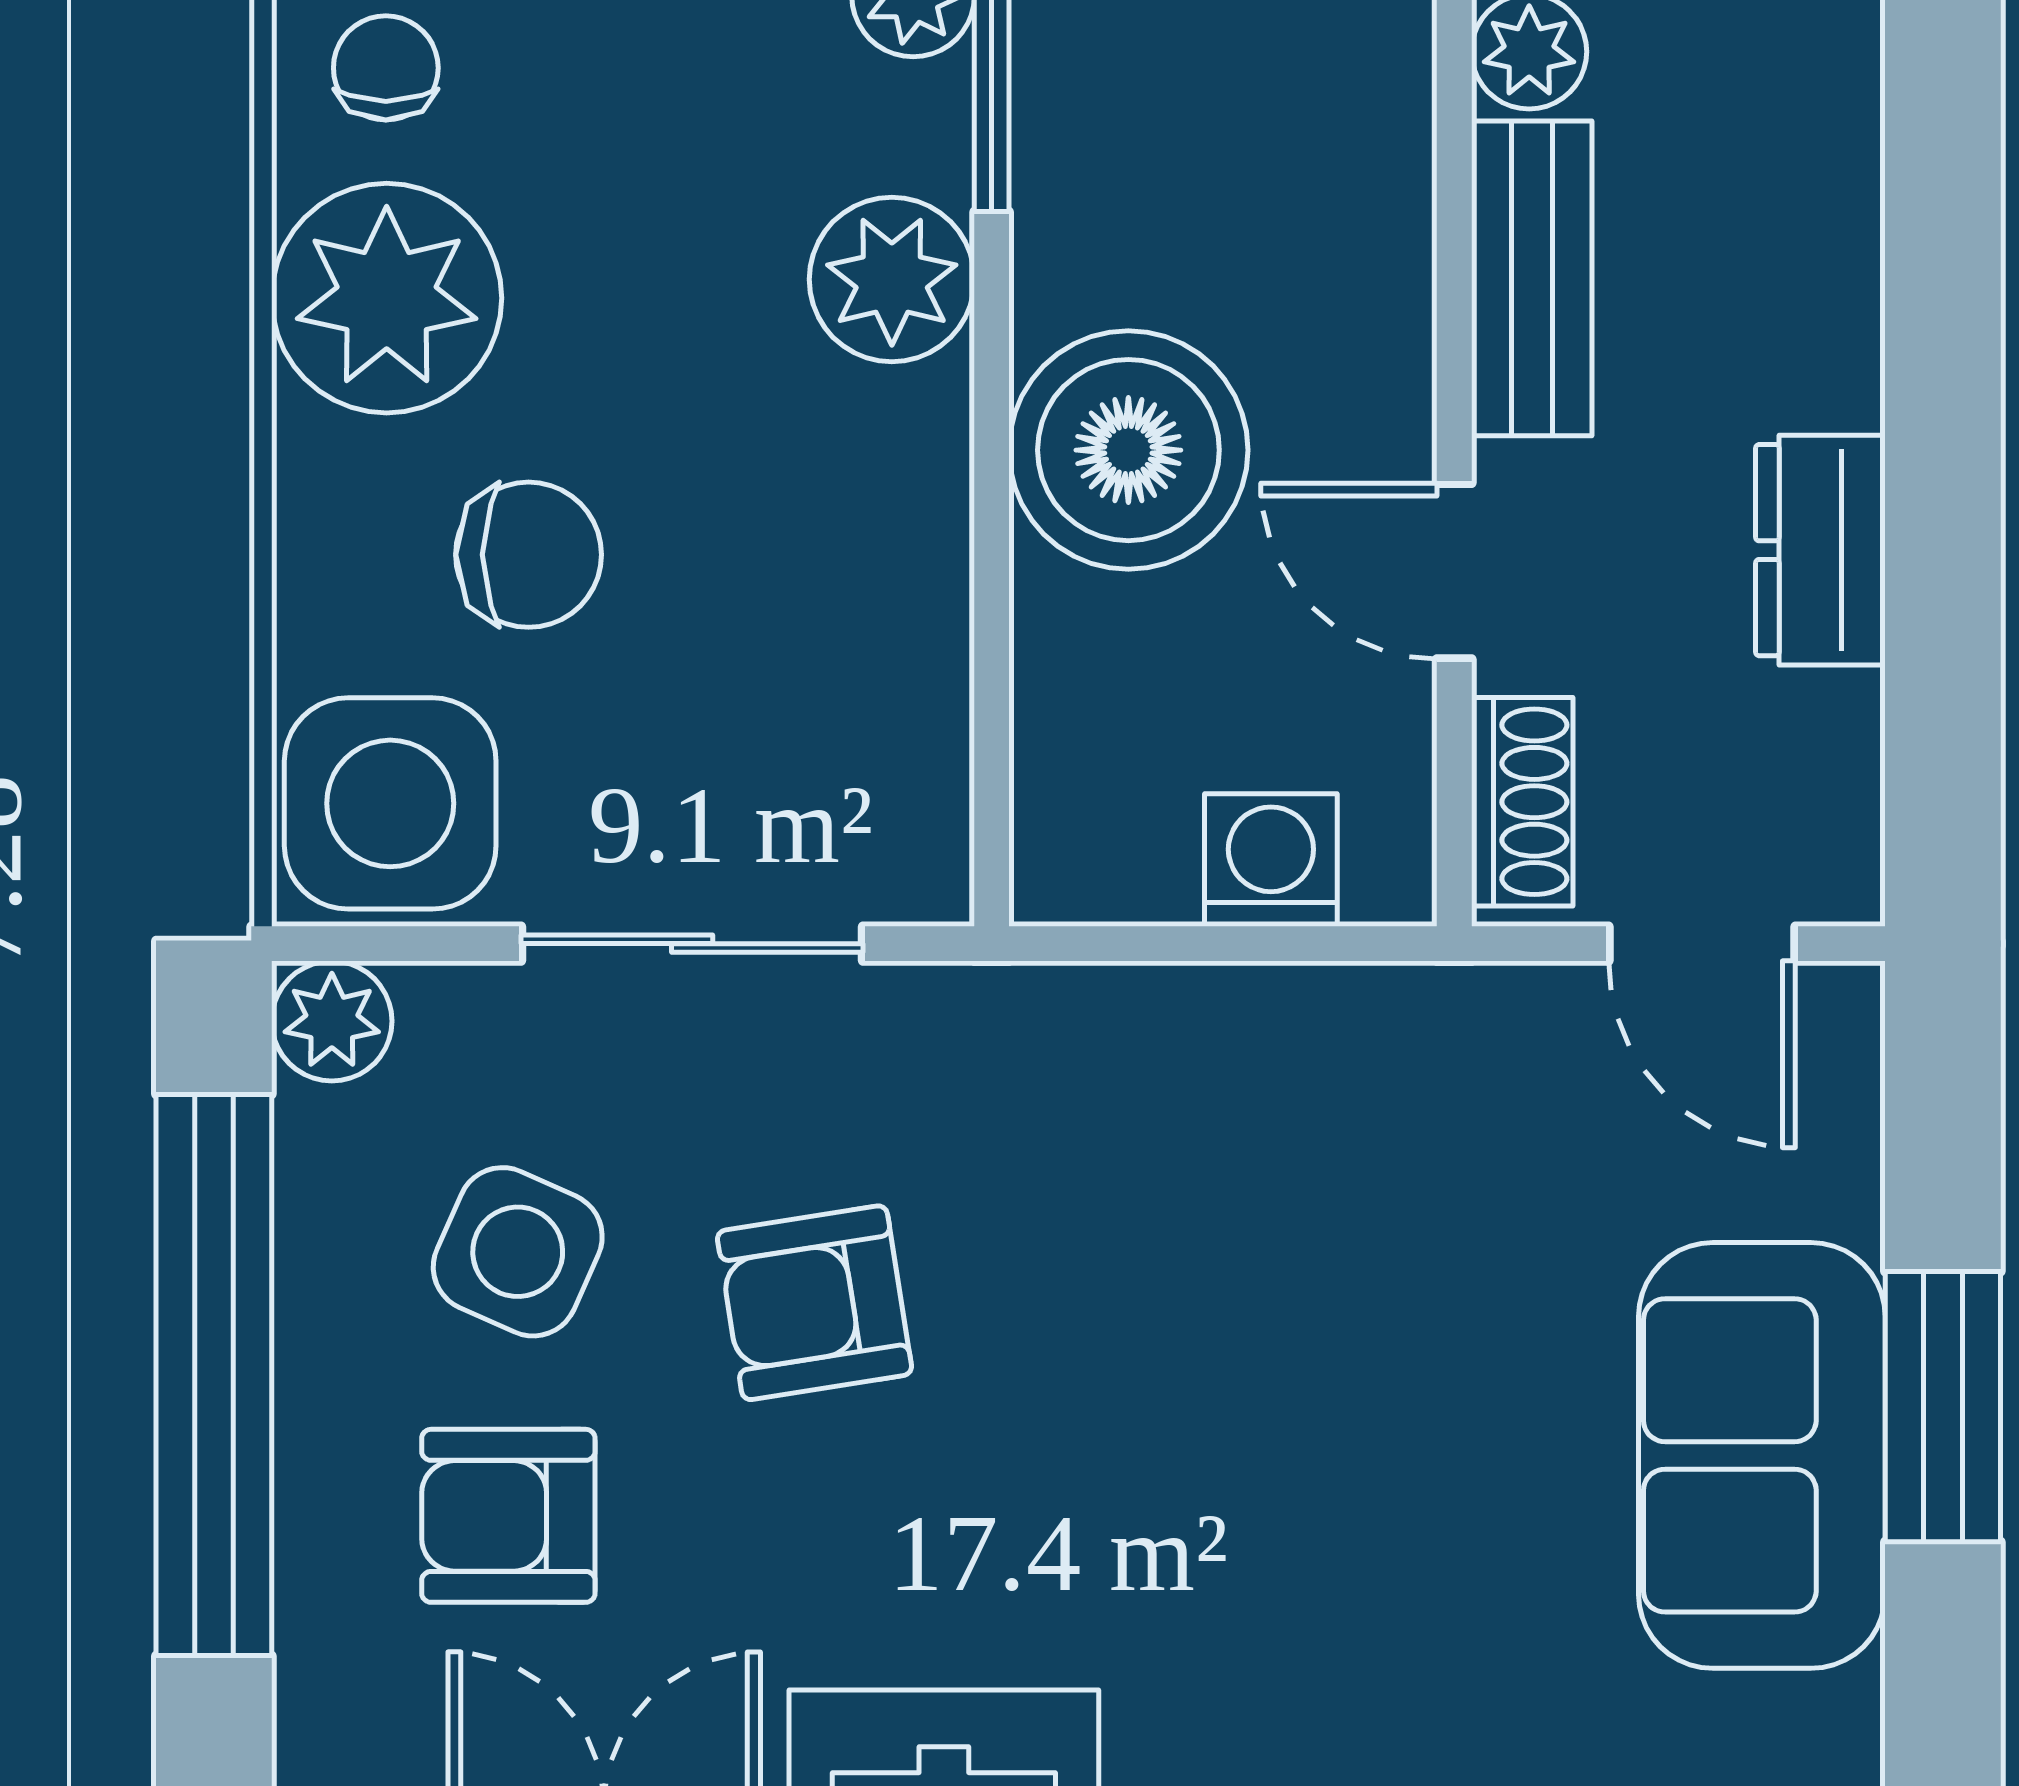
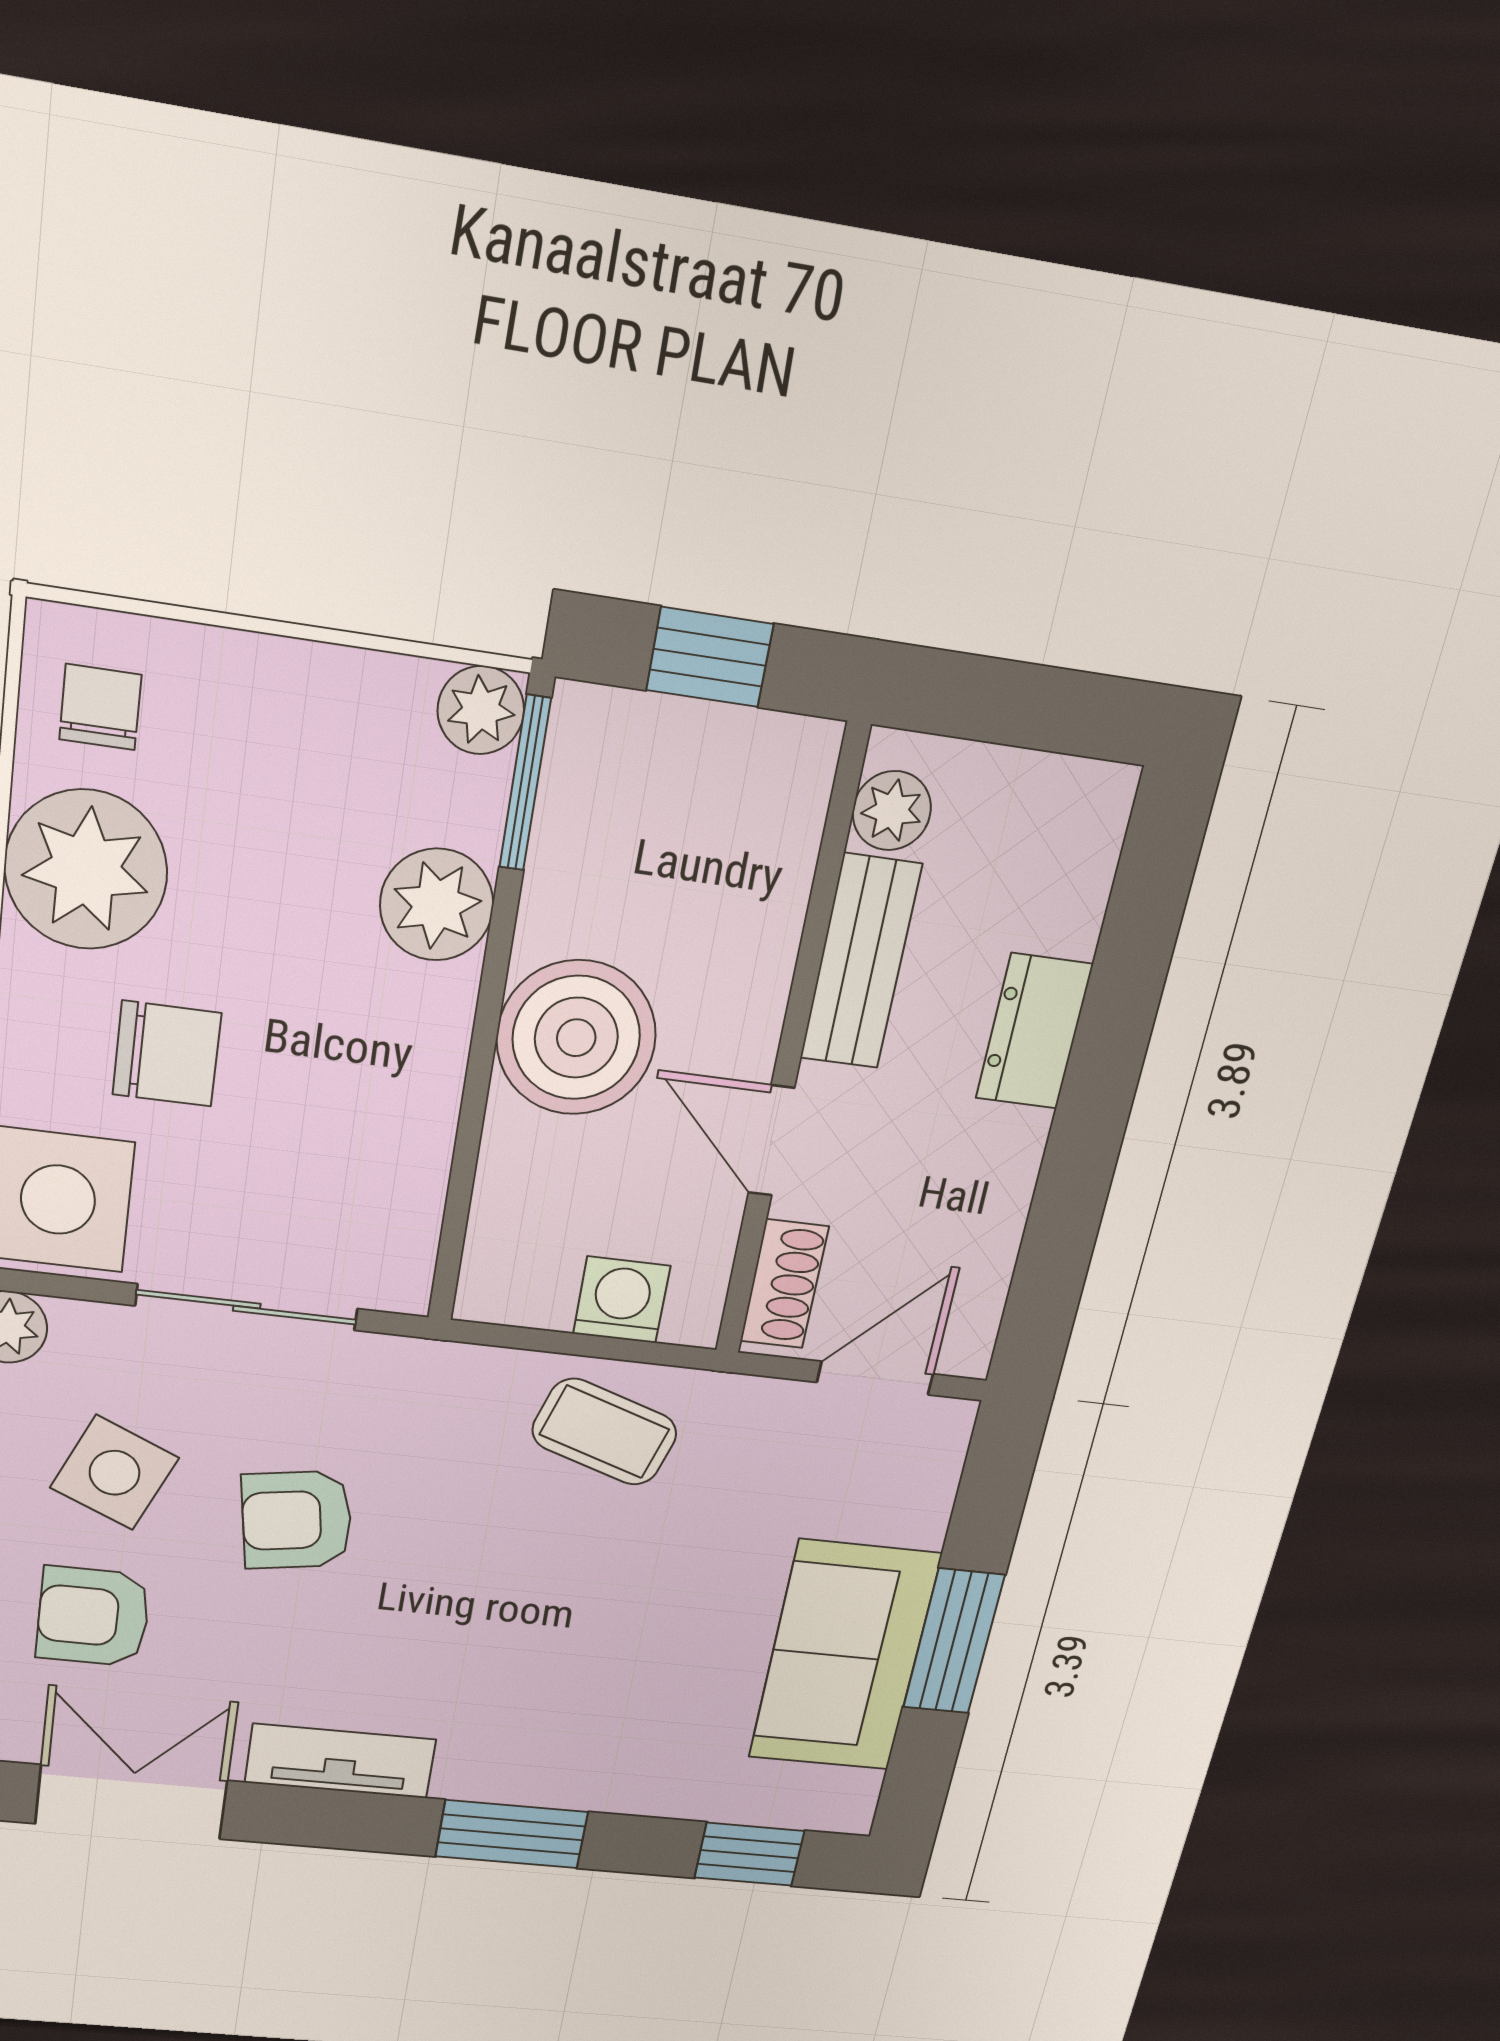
dresser: (1820, 550) -> (1034, 1031), moved
door: (1702, 944) -> (875, 1378), swing flipped
coffee table: (1284, 1089) -> (604, 1432), added

